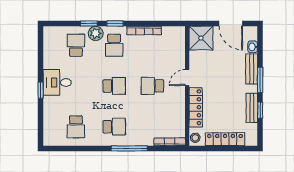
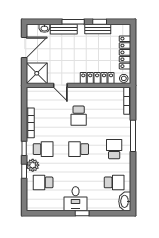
door: (187, 78) -> (60, 85), moved
school desk: (114, 86) -> (79, 149), turned -90
washbasin: (54, 139) -> (125, 201), added

